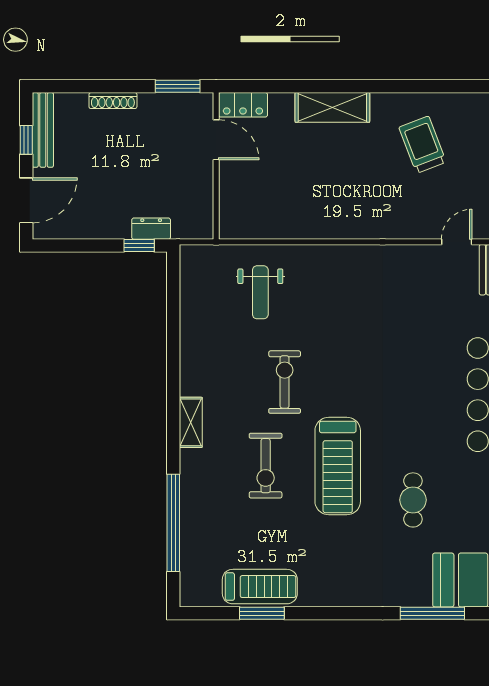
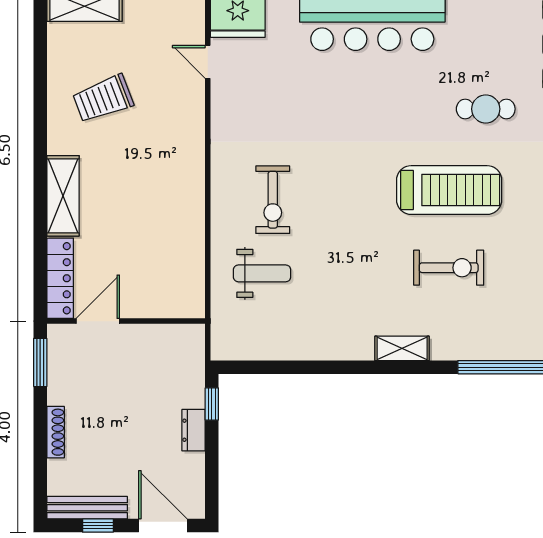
locker: (243, 105) -> (60, 278), width x1.53
dresser: (151, 229) -> (194, 430), moved
exercise bike: (285, 382) -> (273, 200), moved, turned -90

